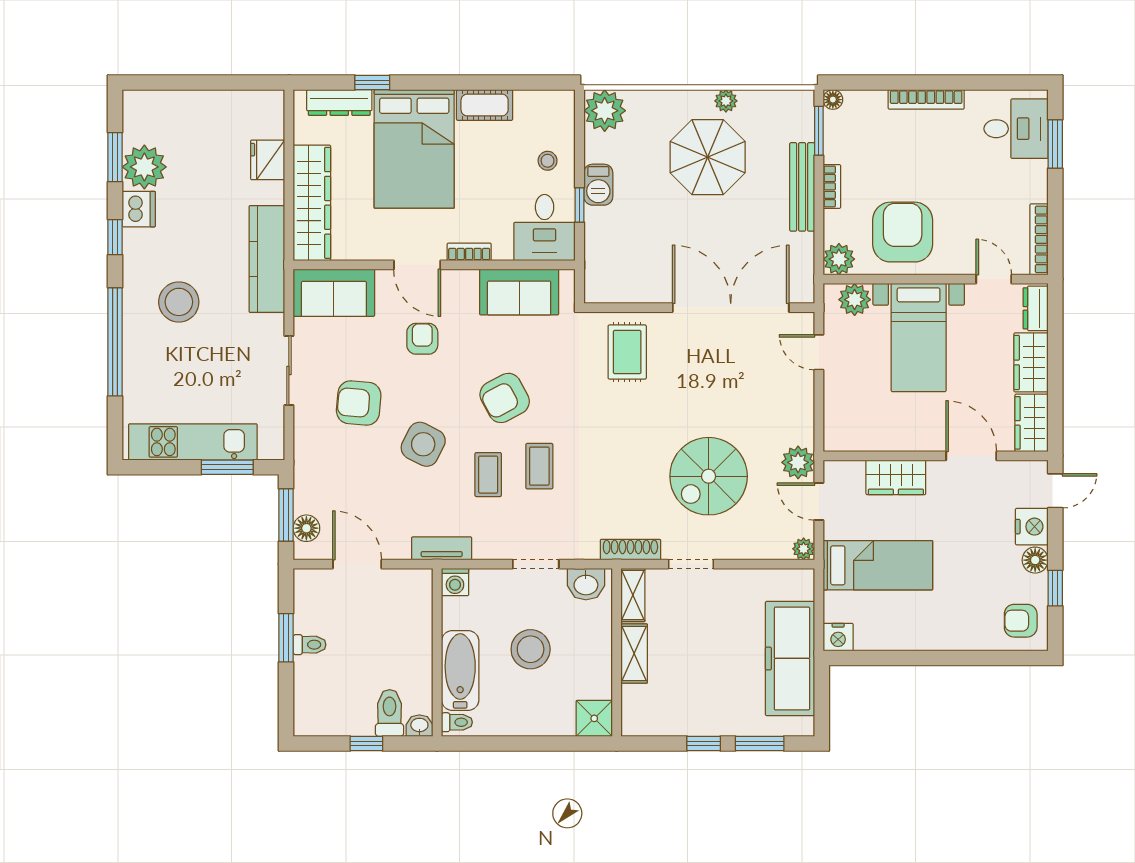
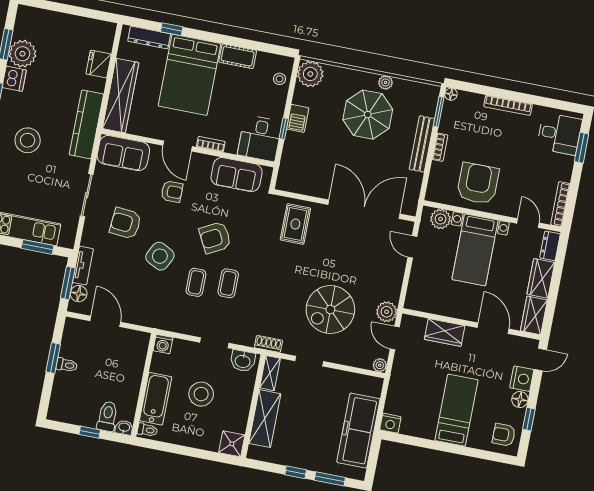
stool: (548, 161) -> (280, 79), moved
plant: (839, 259) -> (436, 192), removed
armchair: (422, 339) -> (172, 192), turned 90
tv unit: (442, 548) -> (83, 266), moved, turned 90
shoe rack: (630, 550) -> (268, 344), width x0.70
bed: (878, 565) -> (456, 410), moved, turned -90
shelving: (634, 654) -> (265, 419), width x1.50, depth x1.33

